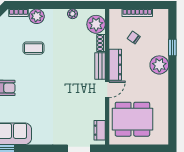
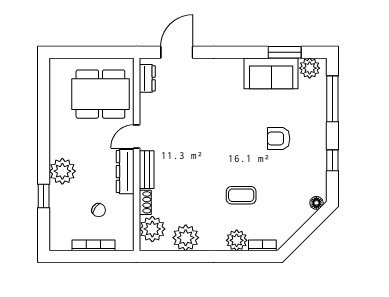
plant: (73, 14) -> (186, 238), width x1.88, depth x1.88

